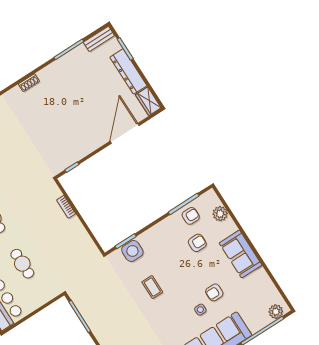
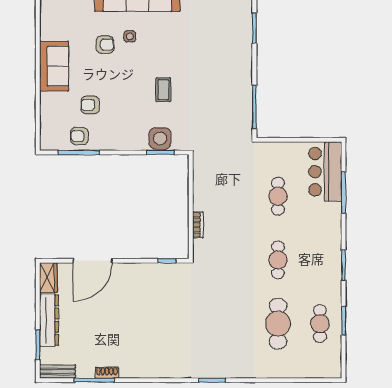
shoe rack: (29, 83) -> (107, 373), moved
plant: (220, 214) -> (49, 119), removed

